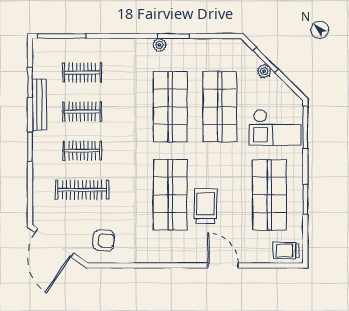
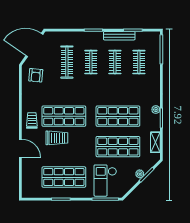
shelving: (213, 46) -> (155, 142), added
trolley: (286, 250) -> (32, 121), moved
door: (223, 265) -> (20, 149), hinge flipped

